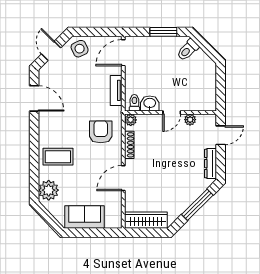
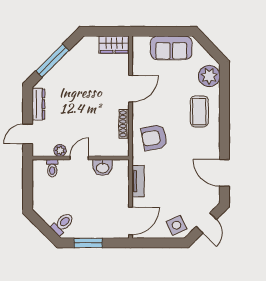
toilet: (134, 103) -> (52, 168), moved
plant: (131, 120) -> (123, 150), removed
armchair: (101, 132) -> (154, 138), turned 79
coffee table: (58, 157) -> (199, 111), turned 90
wardrobe: (146, 220) -> (114, 44), width x0.67

